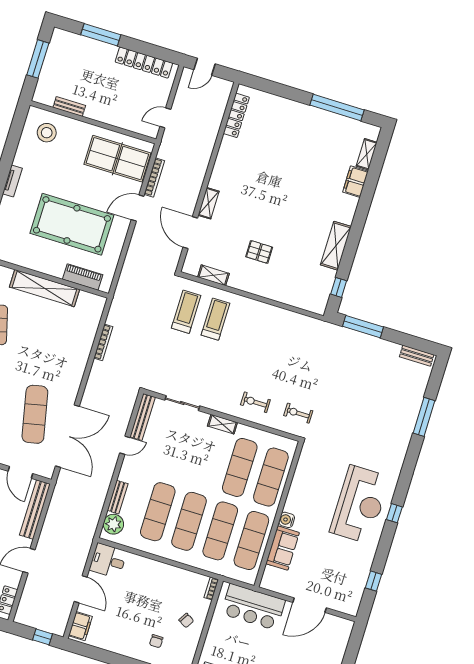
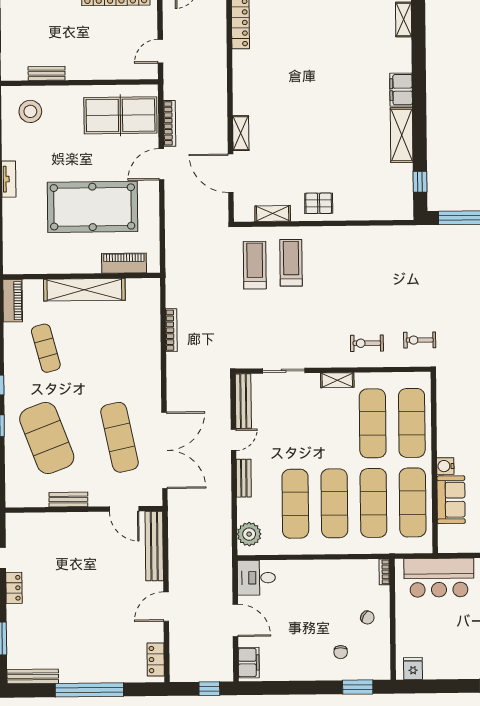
filing cabinet: (355, 182) -> (401, 90), moved
pallet: (259, 252) -> (319, 203), moved
bench: (118, 497) -> (244, 478), moved

